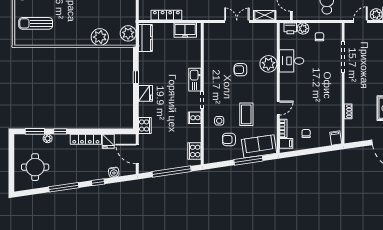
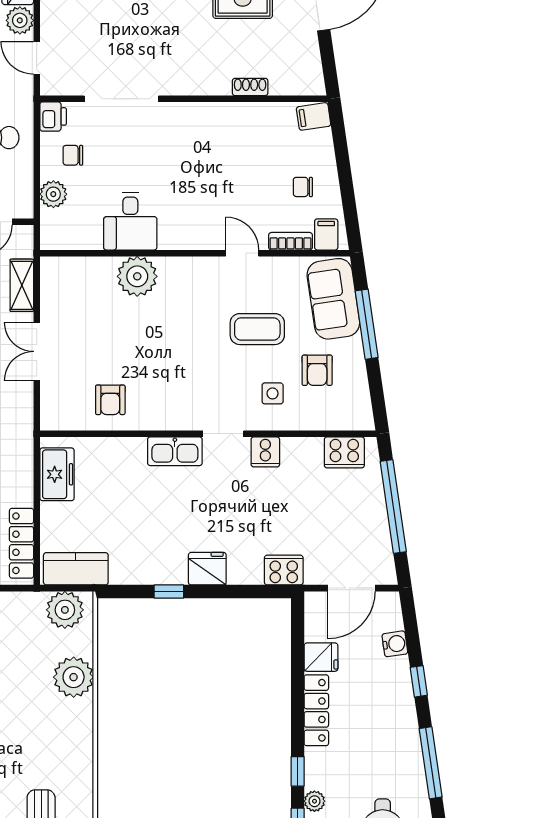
locker: (166, 15) -> (21, 543), moved
printer: (290, 28) -> (53, 116), moved
armchair: (240, 70) -> (110, 400), moved

